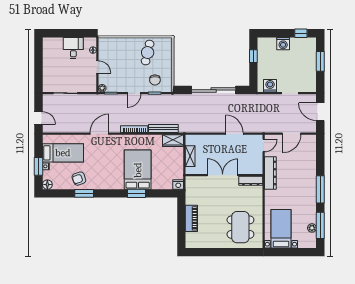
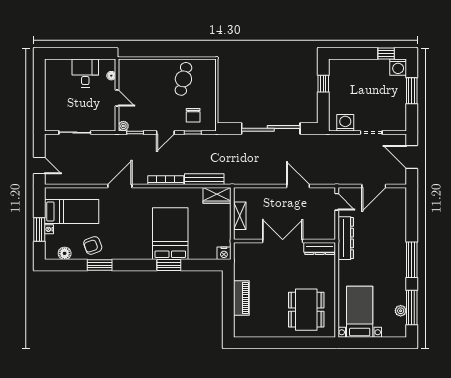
washing machine: (283, 44) -> (398, 67), moved
door: (264, 145) -> (337, 202), hinge flipped
floor lamp: (47, 185) -> (65, 253), moved

